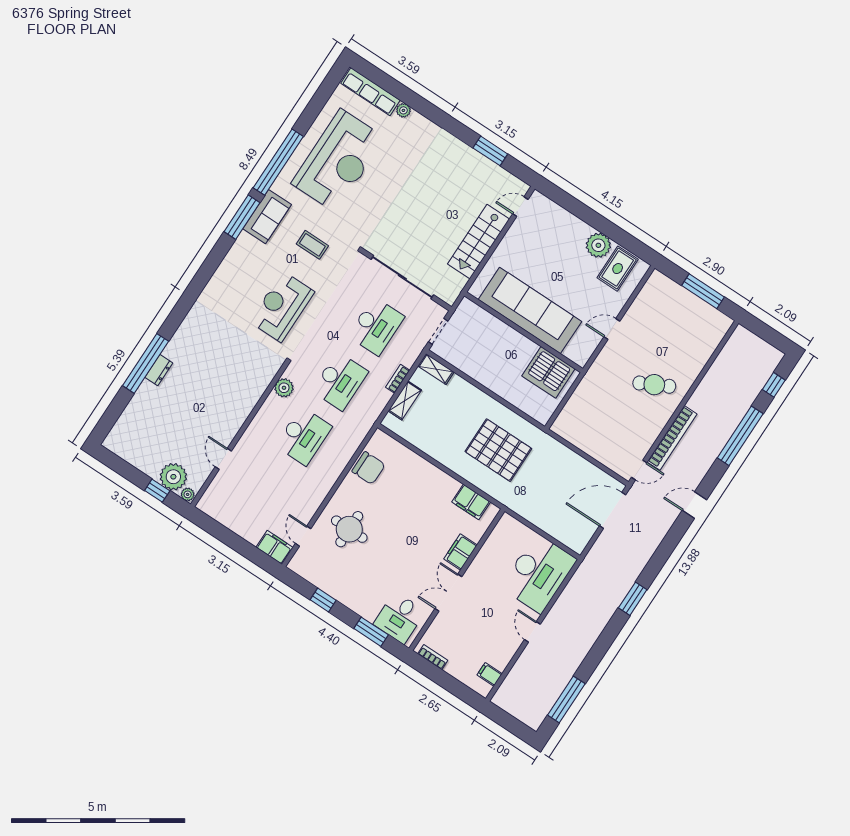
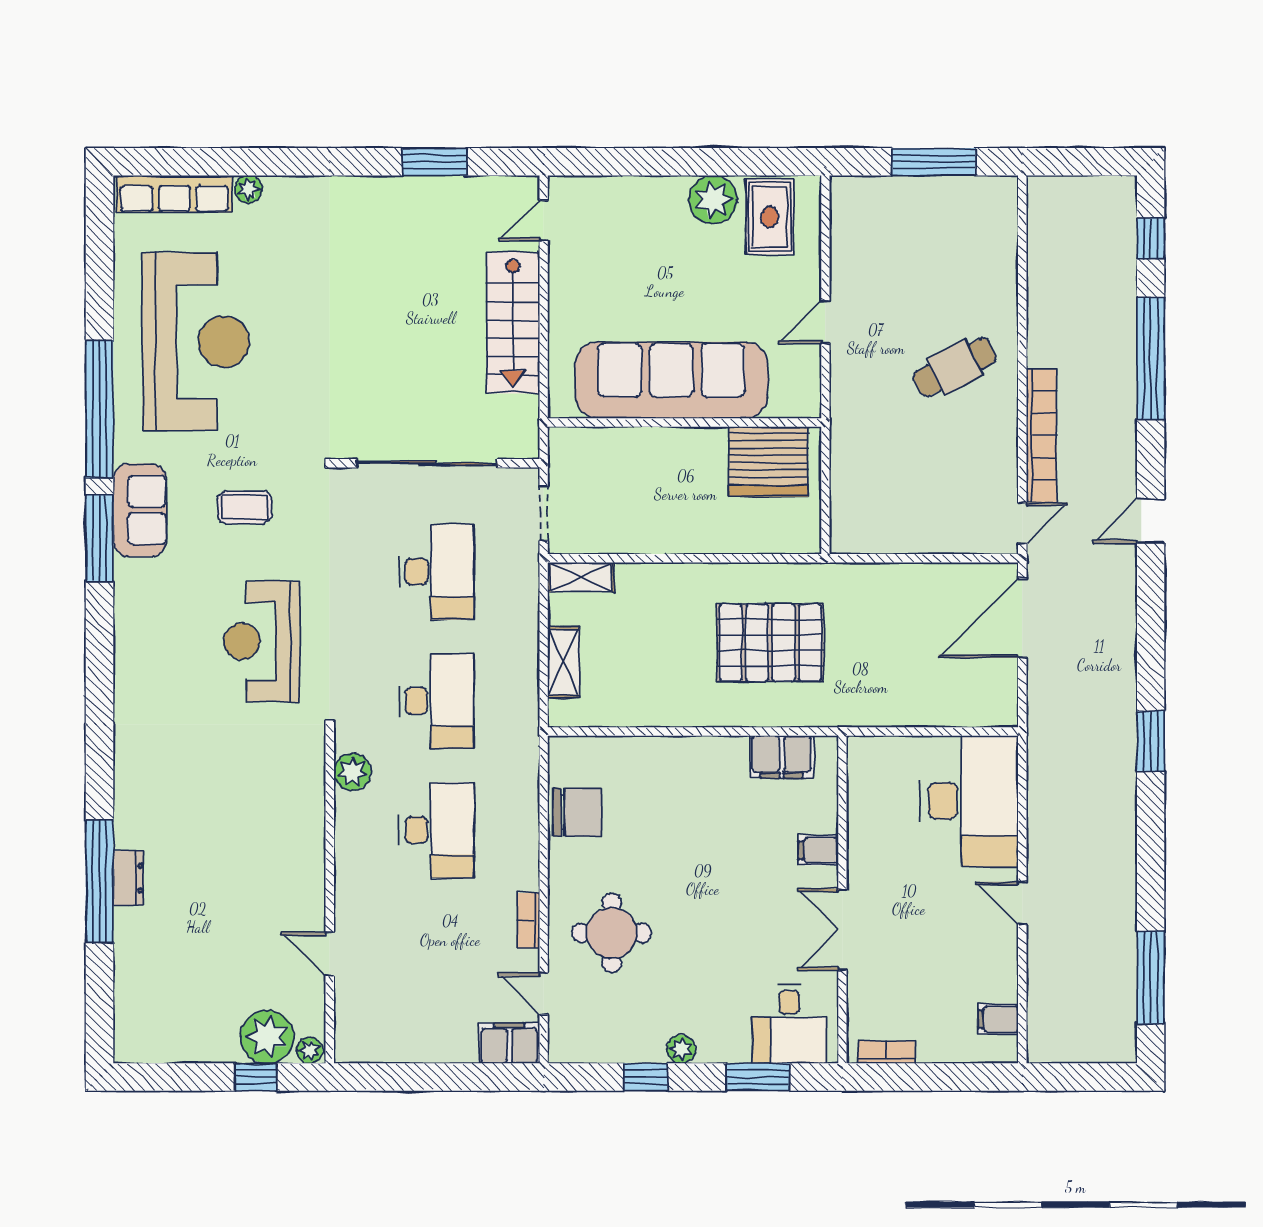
bookcase: (398, 379) -> (529, 920), moved
filing cabinet: (461, 552) -> (818, 850), width x0.50
plant: (346, 598) -> (681, 1049), added

